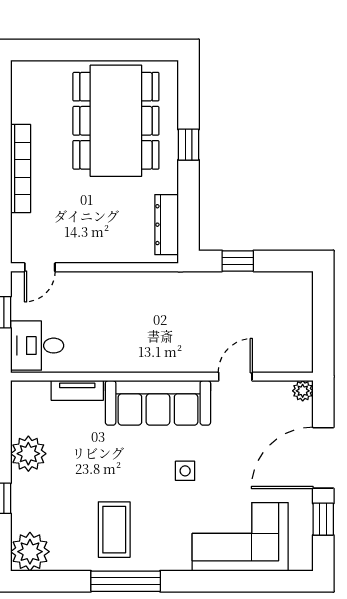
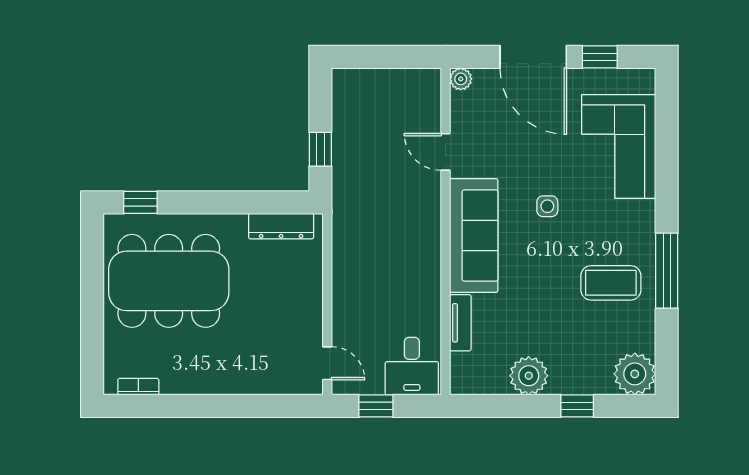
window: (189, 145) -> (140, 202), moved
bookcase: (21, 168) -> (138, 387), moved, width x0.43, depth x0.76

